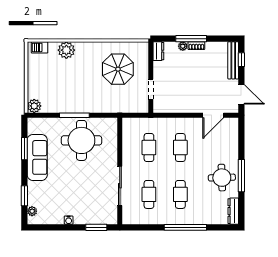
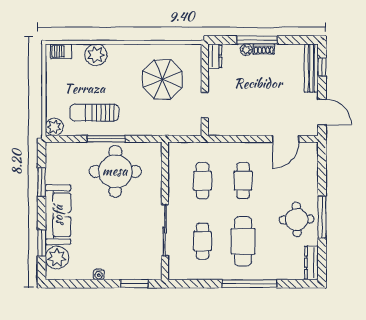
sun lounger: (65, 95) -> (94, 113), added
sofa: (37, 157) -> (58, 215), moved
cafe table: (180, 194) -> (243, 241), width x1.37, depth x1.35
plant: (32, 211) -> (57, 258), width x1.88, depth x1.88

